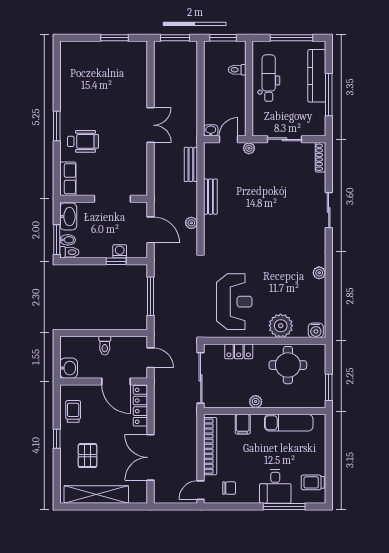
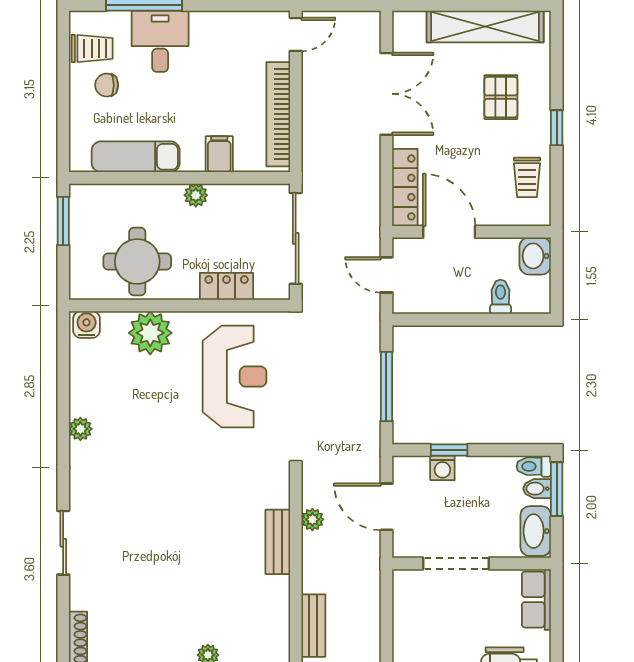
bench: (210, 197) -> (278, 542), moved
reception desk: (234, 302) -> (234, 377), turned 180
toilet: (105, 346) -> (500, 297), moved
chair: (229, 488) -> (107, 85), moved

